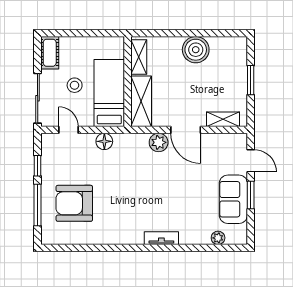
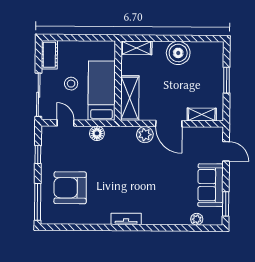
shelving: (139, 57) -> (136, 48), moved, turned 90
window: (251, 195) -> (226, 204), moved
window: (38, 205) -> (38, 202), moved
tv unit: (161, 238) -> (126, 219), moved

